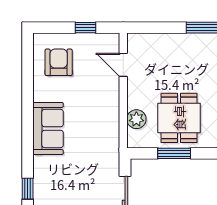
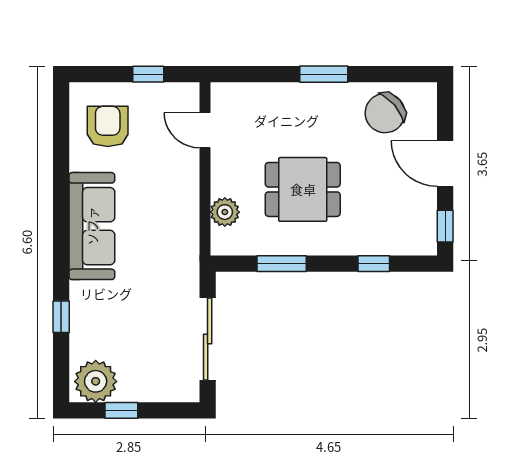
dining table: (179, 118) -> (303, 189), moved, turned 90
sofa: (48, 128) -> (92, 226), width x1.36

